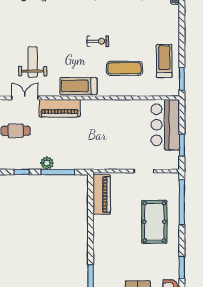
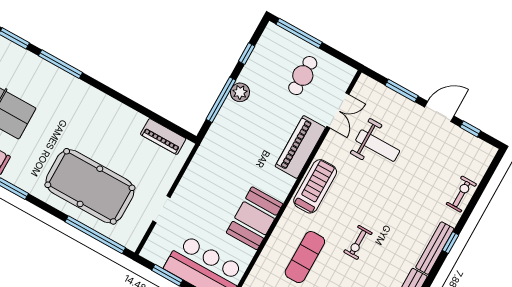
booth: (118, 112) -> (255, 218), added
piano: (102, 194) -> (163, 137), width x0.73, depth x0.75
pool table: (154, 222) -> (90, 186), width x1.36, depth x1.32

